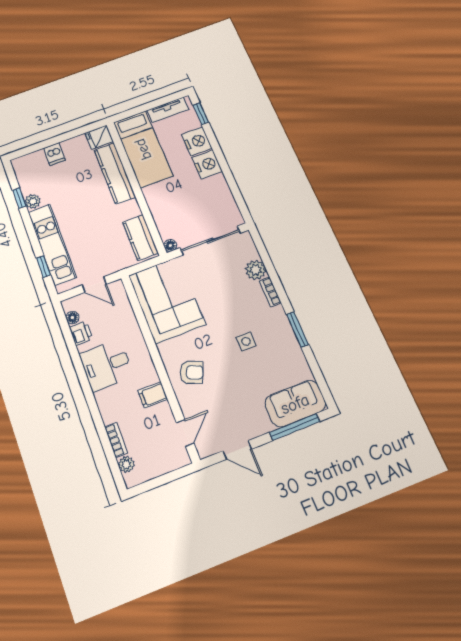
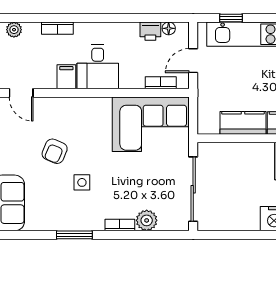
kitchen counter: (140, 238) -> (243, 123), moved
floor lamp: (170, 245) -> (204, 149), removed
bookcase: (125, 306) -> (161, 83), added
desk: (106, 365) -> (98, 67), moved, turned 180
armchair: (192, 372) -> (55, 151), moved
bookcase: (116, 440) -> (57, 28), moved

